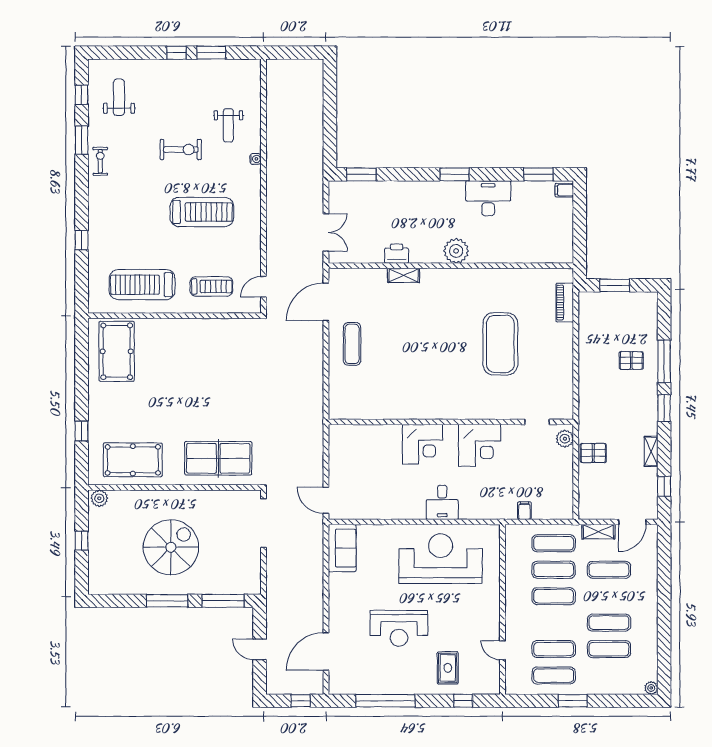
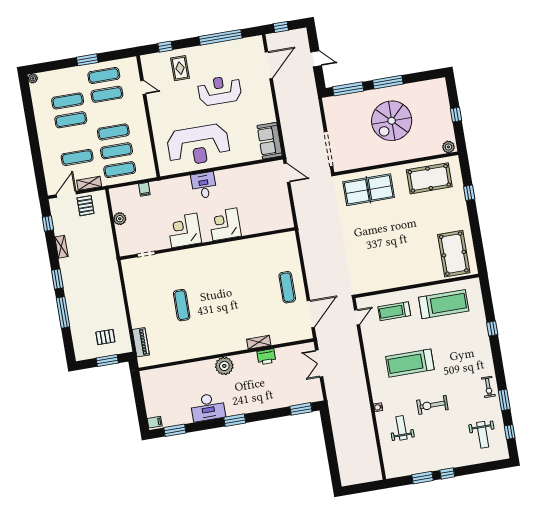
exercise mat: (500, 344) -> (182, 305), width x0.50, depth x0.69
pallet: (631, 360) -> (105, 337), moved
plant: (565, 439) -> (120, 219), moved
pallet: (593, 453) -> (86, 206), moved, turned 90

